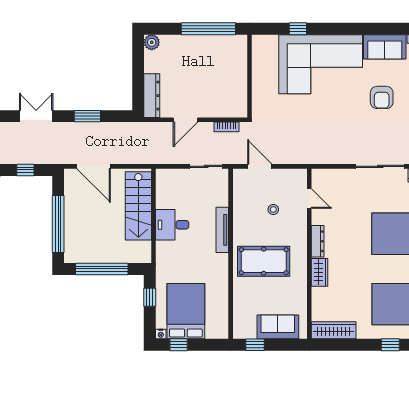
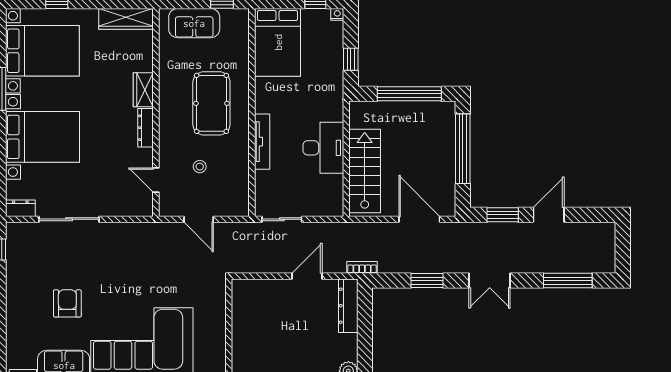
bookcase: (227, 127) -> (362, 267), moved
door: (260, 166) -> (199, 219), moved
window: (25, 170) -> (503, 215), width x1.50
desk: (172, 225) -> (323, 148), width x1.37
pool table: (264, 261) -> (211, 103), turned 90
bed: (186, 311) -> (278, 42), moved

